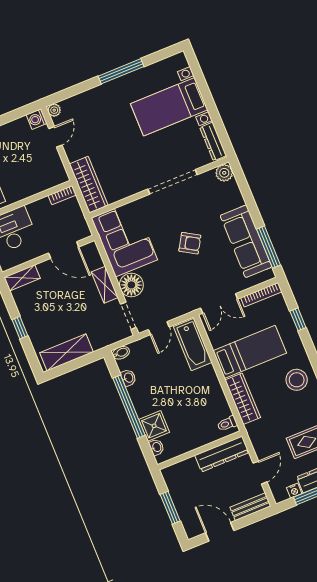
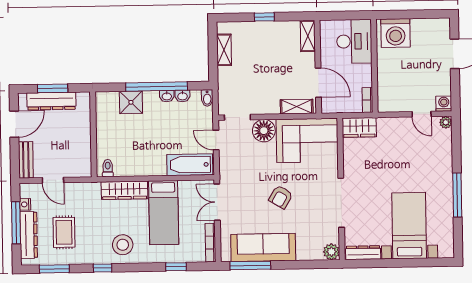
wardrobe: (89, 185) -> (359, 127), width x0.67
door: (64, 250) -> (318, 83), swing flipped
shelving: (105, 285) -> (297, 107), moved
shelving: (66, 352) -> (224, 50), width x0.67, depth x0.75
washbasin: (157, 447) -> (167, 96), moved
dresser: (222, 454) -> (51, 101), moved, turned -90

